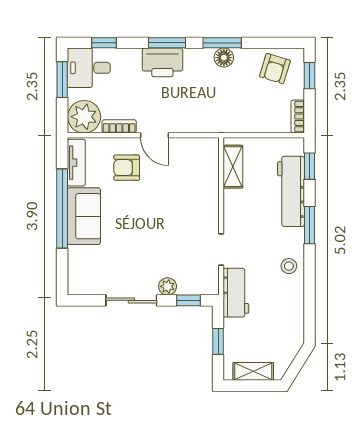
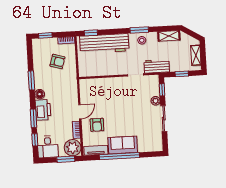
window: (167, 43) -> (34, 118), moved
floor lamp: (224, 58) -> (40, 94), moved
armchair: (275, 69) -> (57, 61), moved
window: (62, 80) -> (66, 159), moved
shelving: (233, 167) -> (169, 36), moved
workbench: (291, 191) -> (104, 44), width x1.36, depth x1.32
window: (309, 225) -> (139, 30), moved

